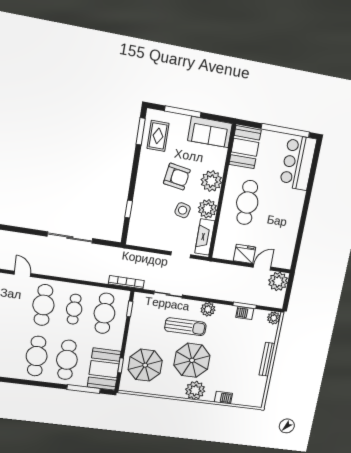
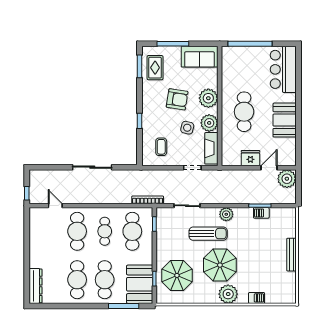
window: (285, 130) -> (250, 44), moved
booth: (245, 147) -> (285, 120), moved
window: (129, 209) -> (140, 121), moved
coffee table: (150, 227) -> (161, 147), added
plant: (274, 318) -> (290, 214), removed

